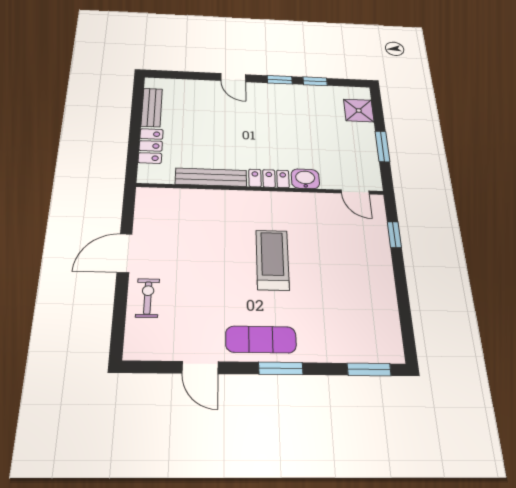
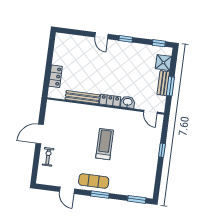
window: (315, 81) -> (159, 43), moved
bench: (152, 107) -> (163, 83), moved
window: (394, 235) -> (162, 150), moved

